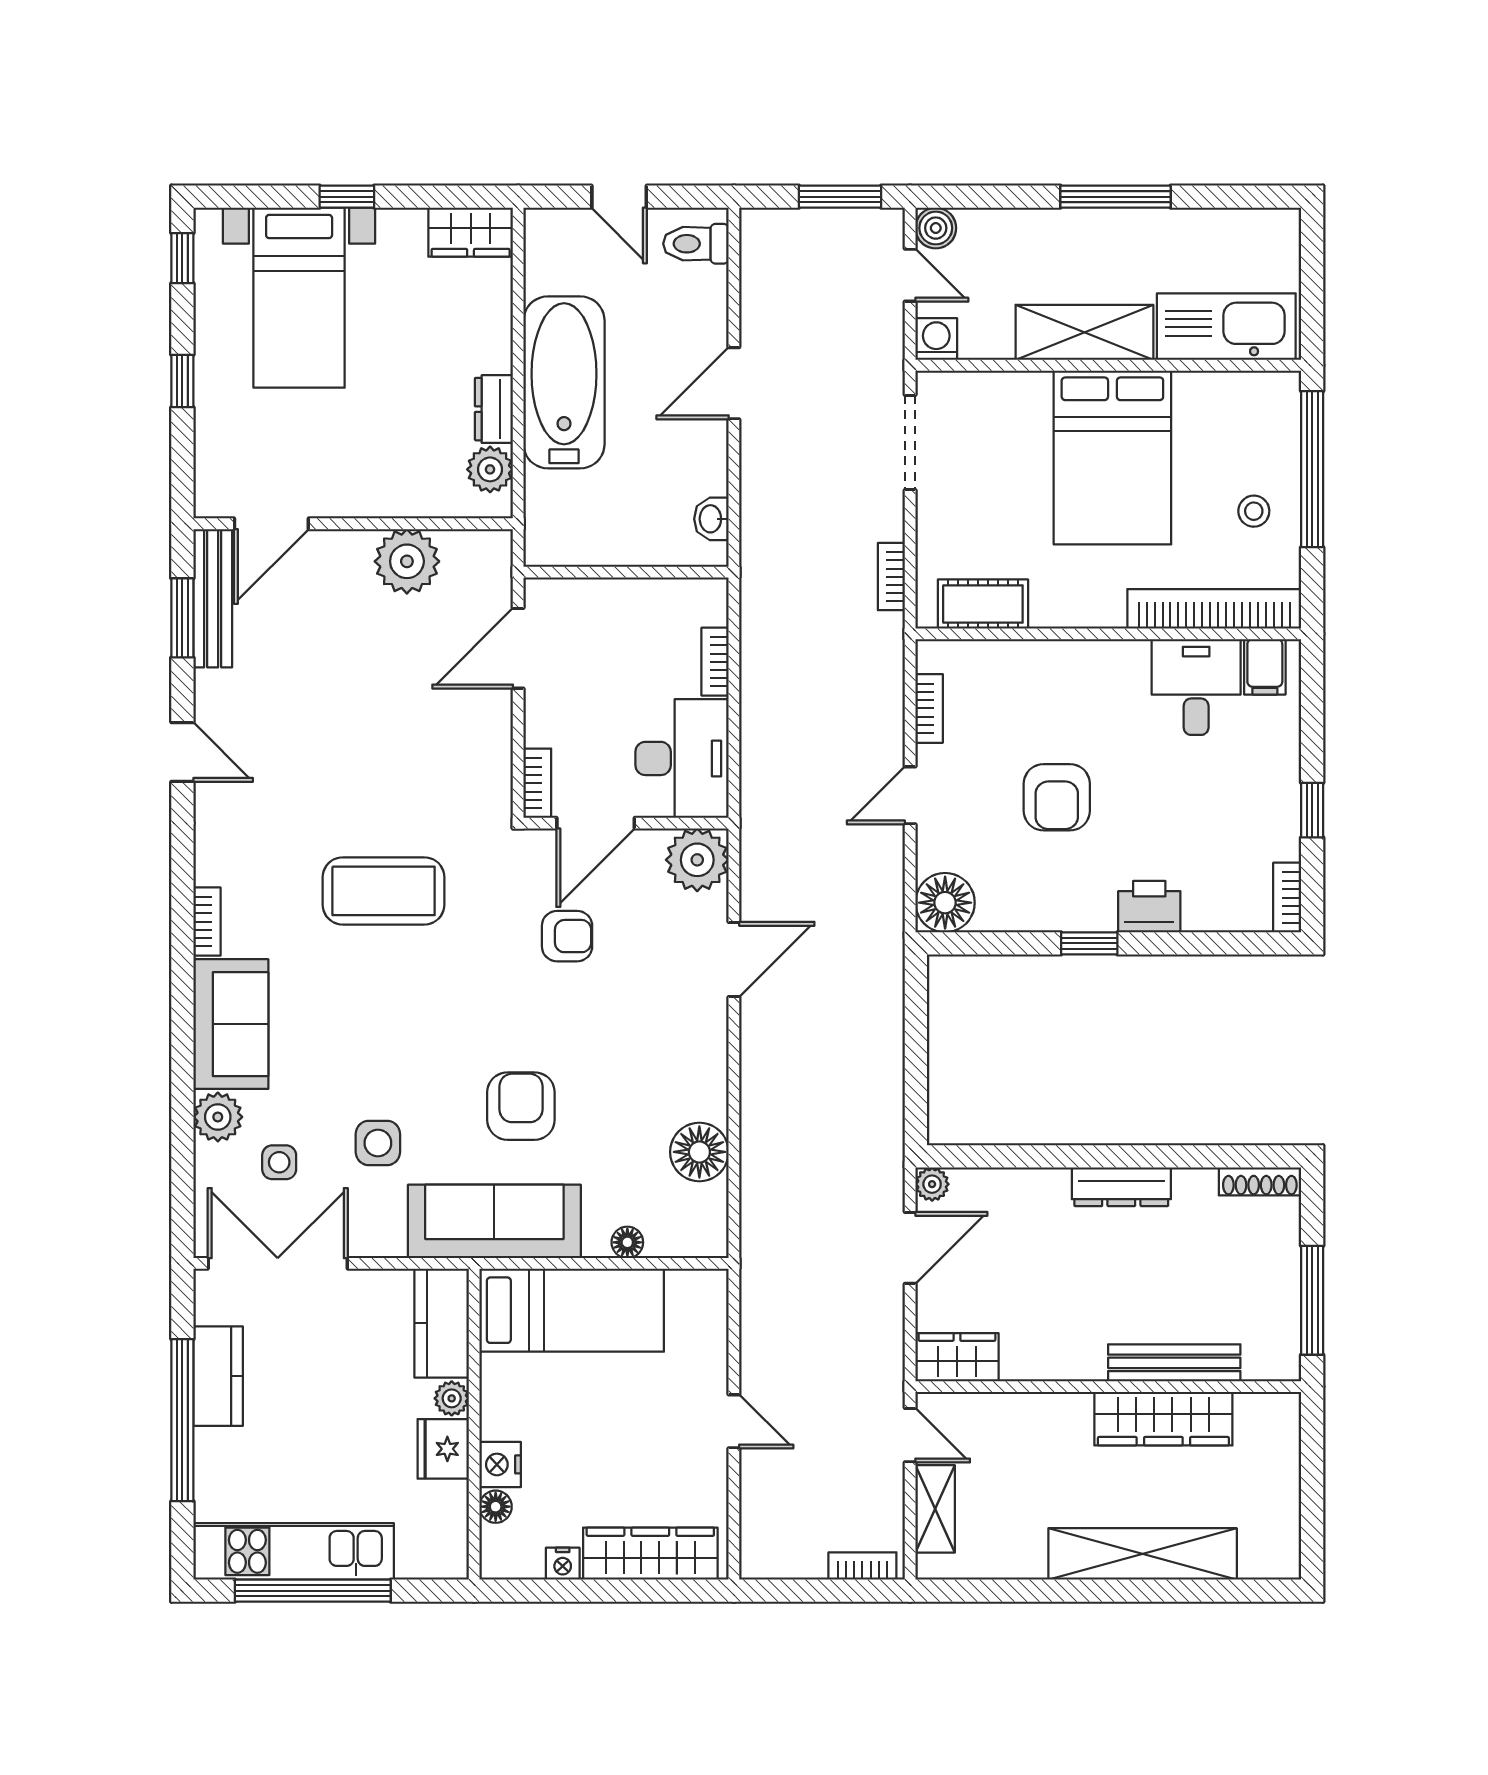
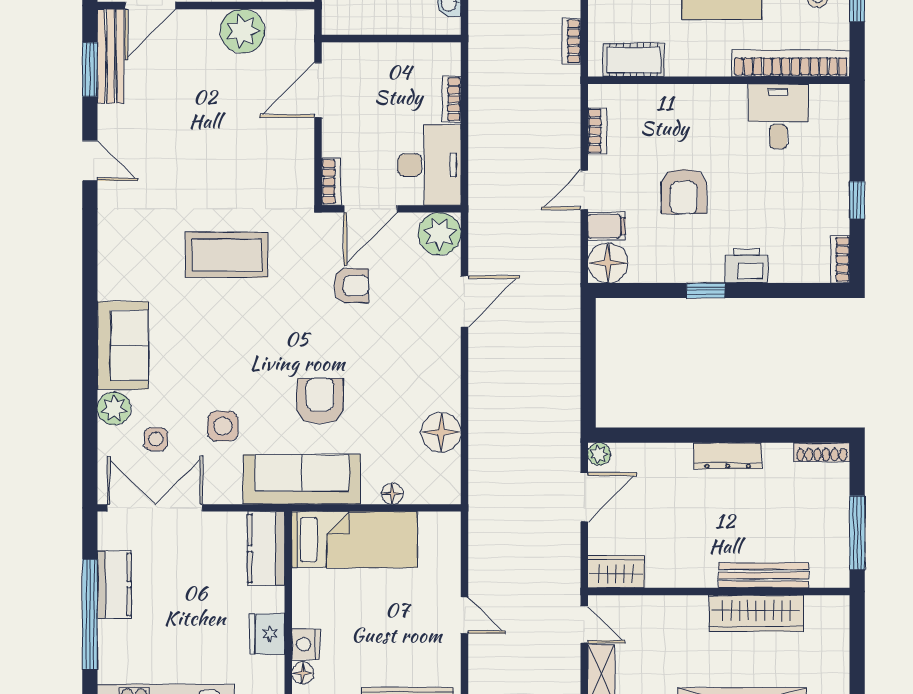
filing cabinet: (1265, 667) -> (607, 226), moved, turned -90
bookcase: (207, 922) -> (107, 276), removed
plant: (452, 1398) -> (273, 600), removed

